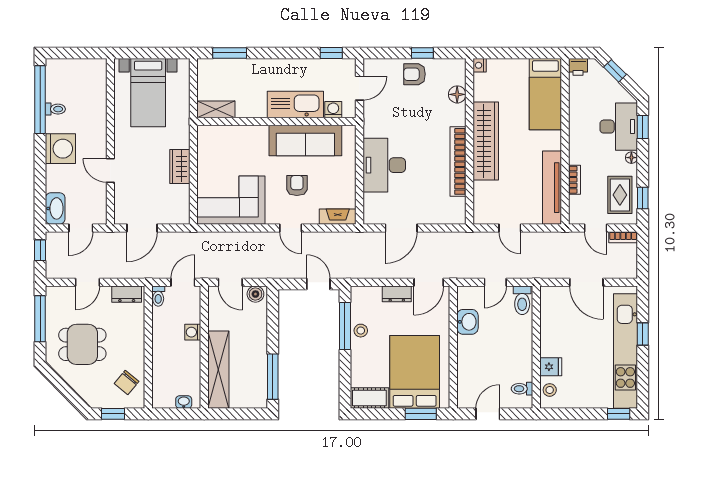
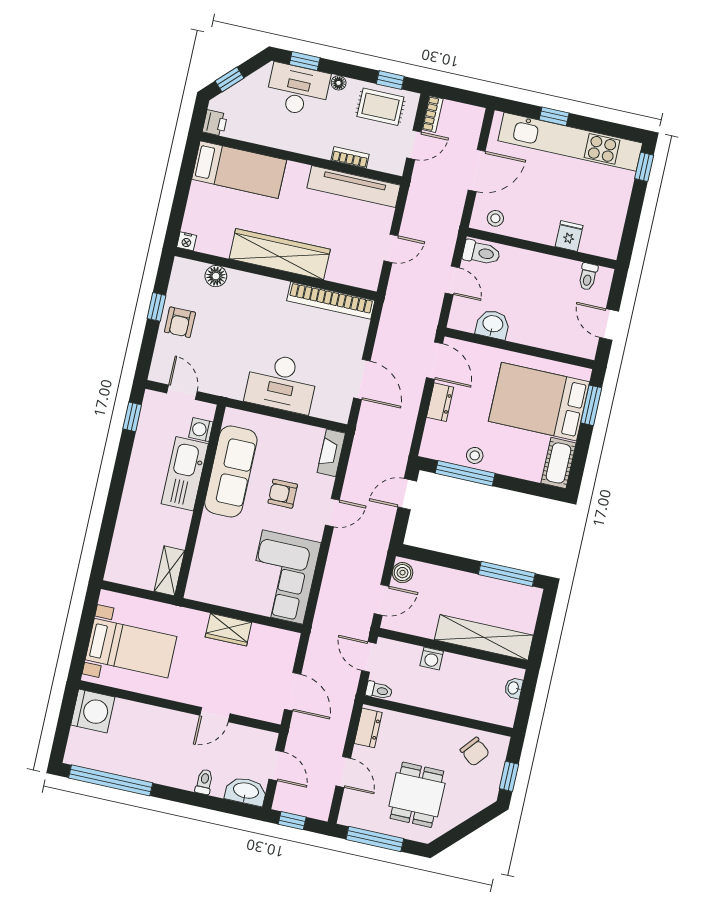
window: (230, 53) -> (105, 539), removed
toilet: (55, 109) -> (204, 782), moved
washing machine: (60, 149) -> (93, 711), moved, turned 90
bookcase: (458, 161) -> (331, 301), moved
stool: (550, 390) -> (495, 218), moved

